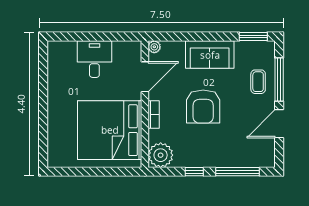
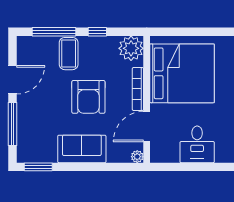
coffee table: (258, 82) -> (69, 54), moved, width x1.36, depth x1.30
armchair: (203, 107) -> (88, 97), turned 180
bookcase: (154, 114) -> (138, 89), width x1.56

